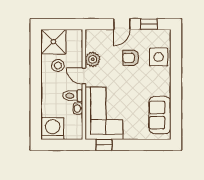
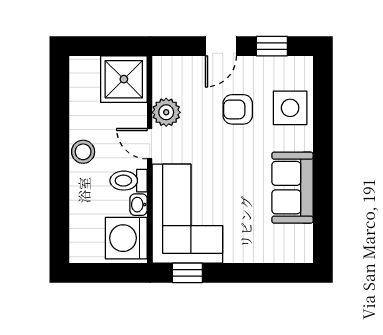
shower: (53, 42) -> (124, 79), moved
stool: (58, 65) -> (83, 152), moved
sofa: (160, 115) -> (292, 188), moved
washing machine: (53, 129) -> (126, 238), moved, turned -90

